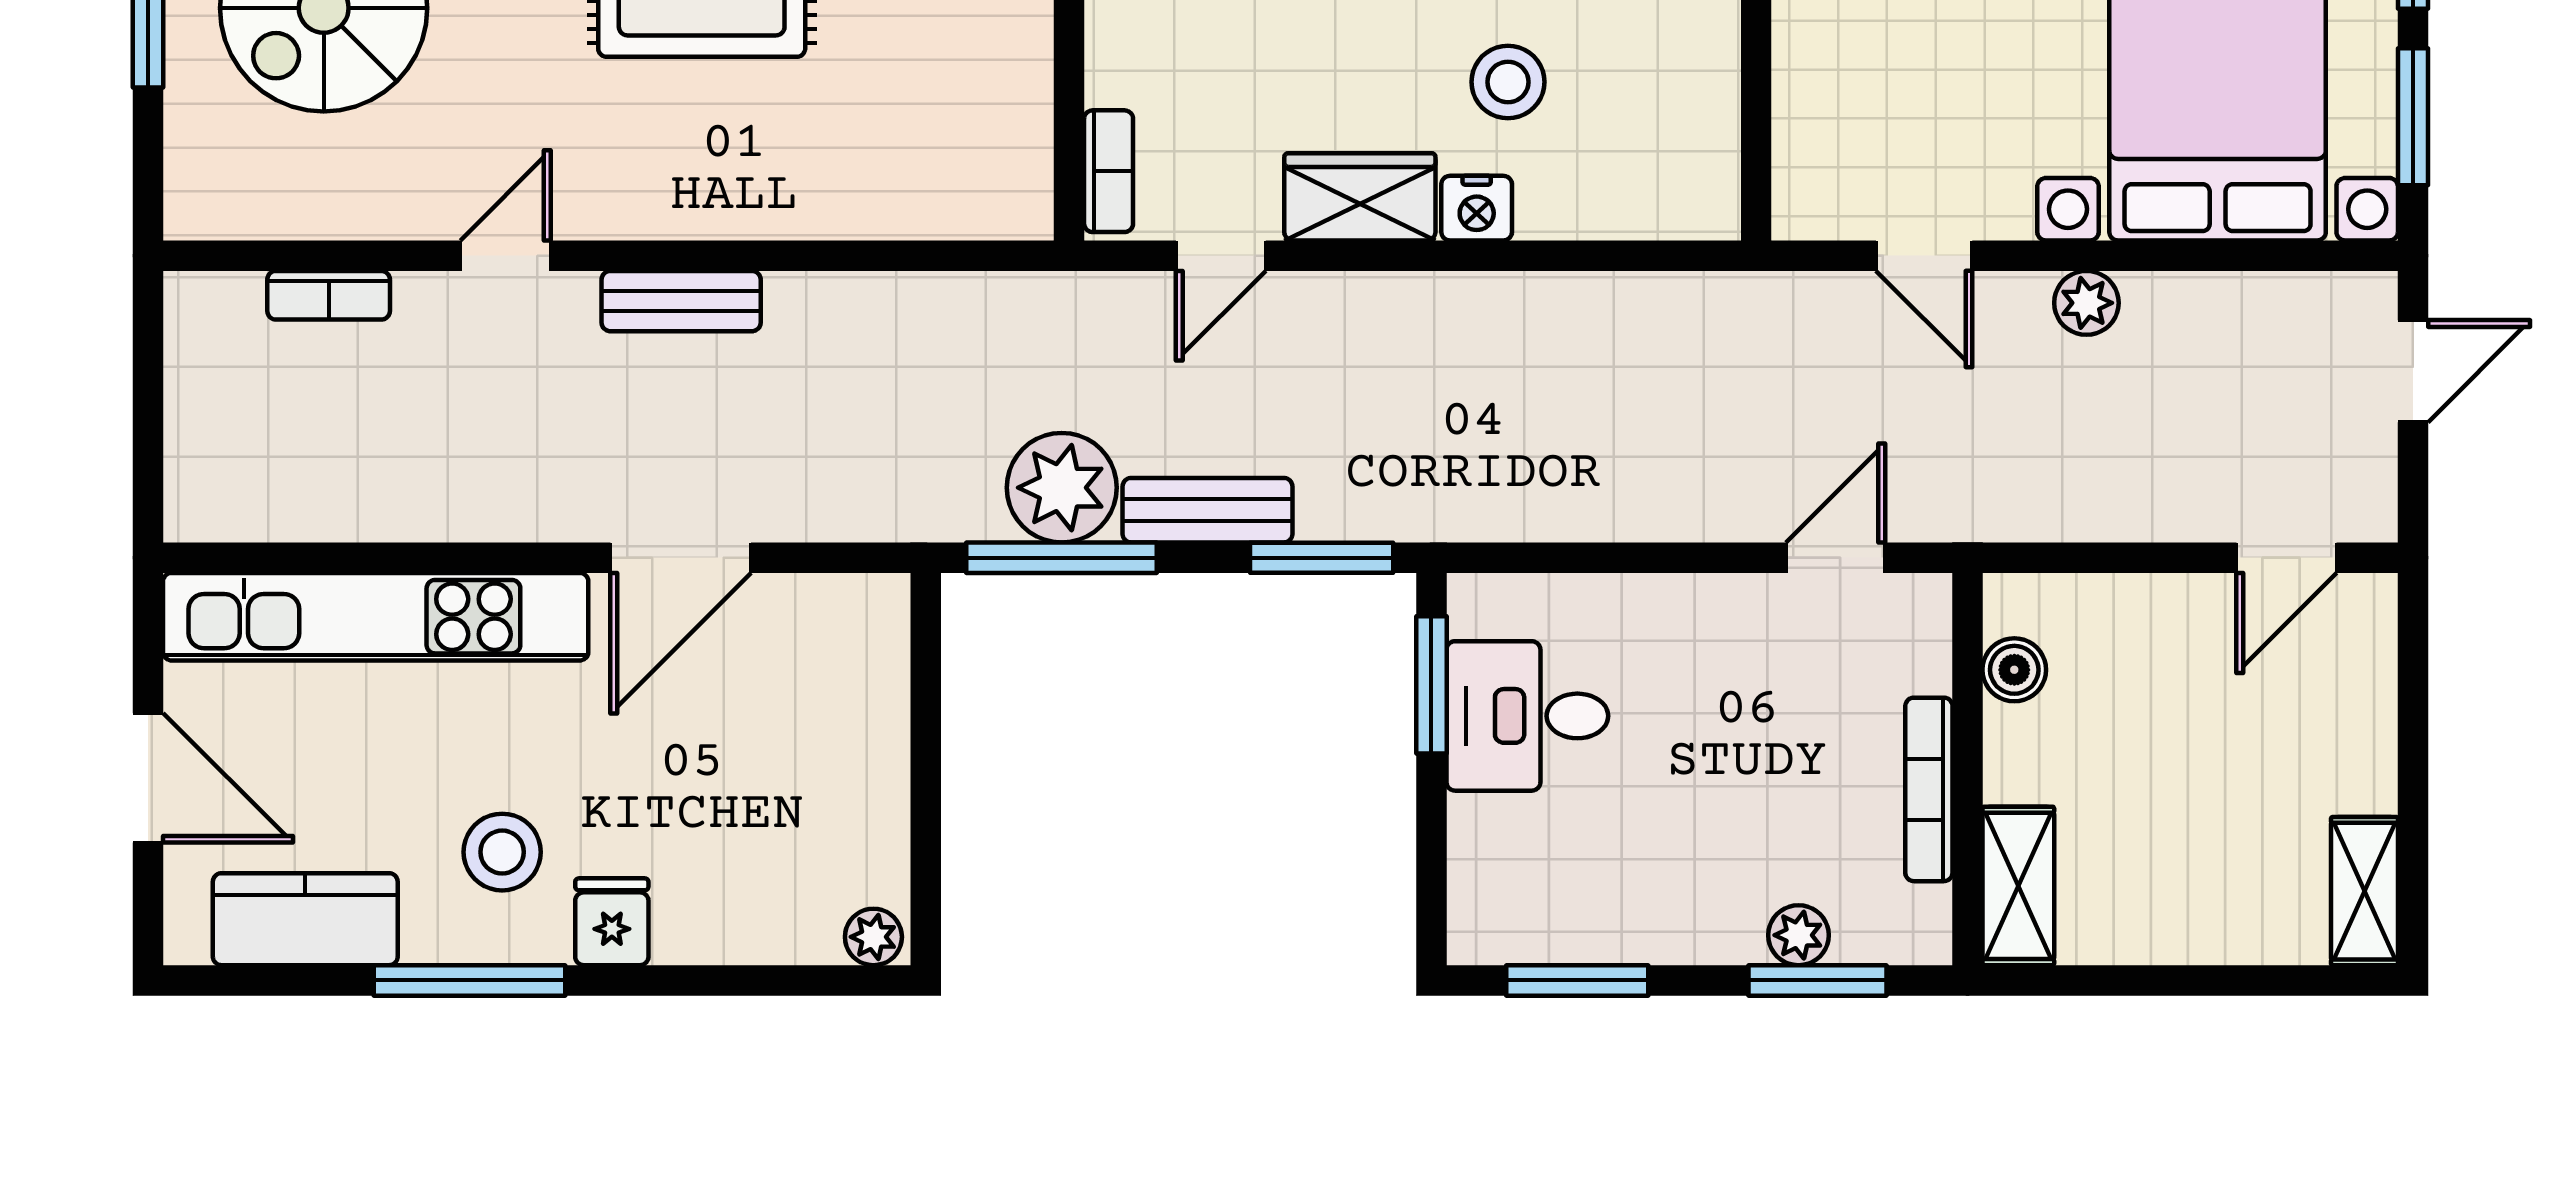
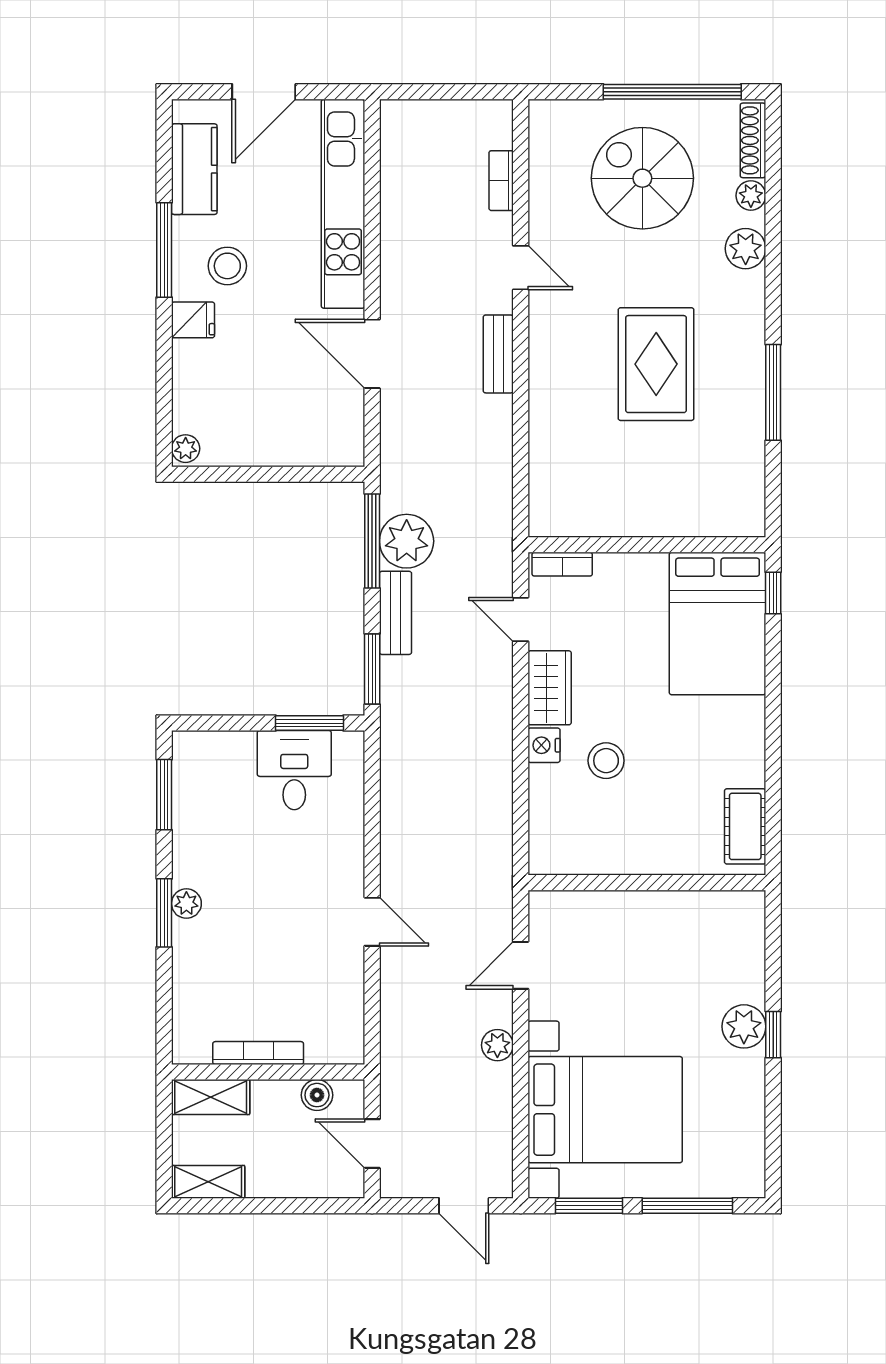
boiler: (2014, 670) -> (317, 1095), moved
wall: (1968, 769) -> (268, 1072), moved
bookcase: (1929, 789) -> (258, 1053), moved
shelving: (2018, 886) -> (211, 1097), moved

